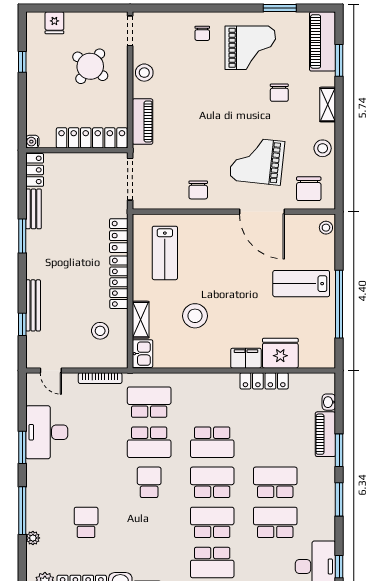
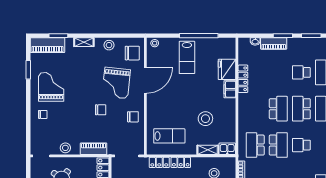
chair: (279, 93) -> (101, 110), moved
locker: (119, 282) -> (181, 162), width x0.66
school desk: (275, 482) -> (301, 72), width x0.54

